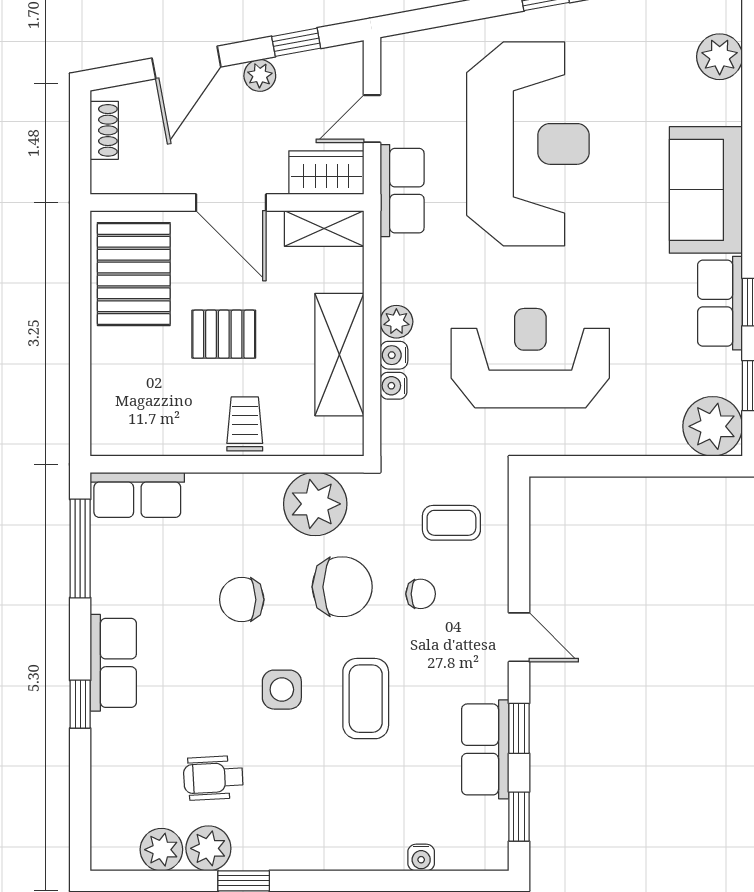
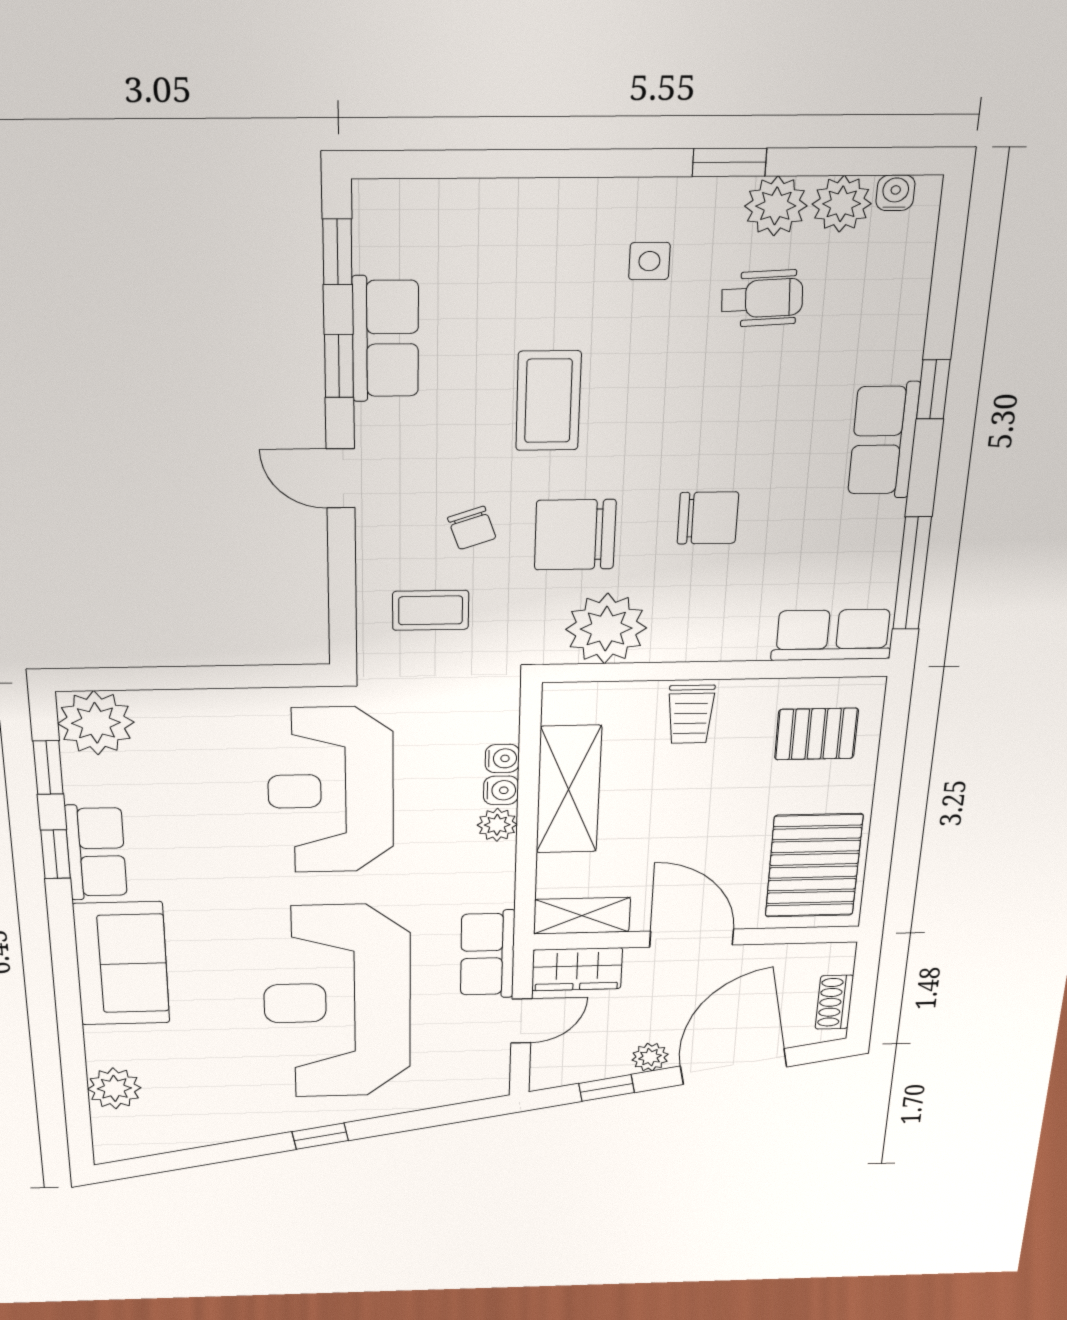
door: (186, 62) -> (734, 1067), width x1.36
pallet: (224, 334) -> (816, 734), moved
reception desk: (530, 358) -> (331, 791), turned 90
chair: (421, 594) -> (472, 528), turned -109
side table: (282, 690) -> (649, 261), moved, width x0.73, depth x0.73
water cooler: (421, 858) -> (895, 193), moved

